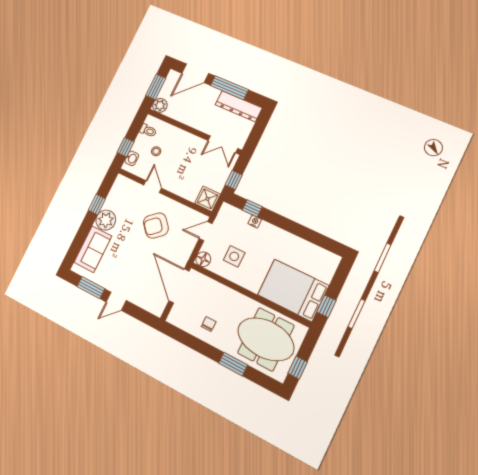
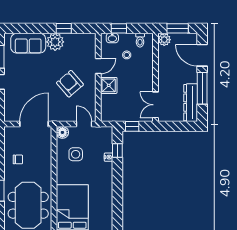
shower: (208, 199) -> (109, 85), moved

